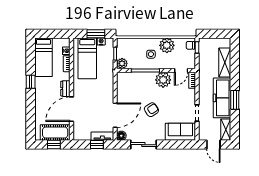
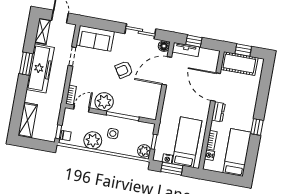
shelving: (225, 62) -> (28, 120), moved
plant: (122, 63) -> (144, 151), moved
door: (72, 109) -> (216, 87), swing flipped

